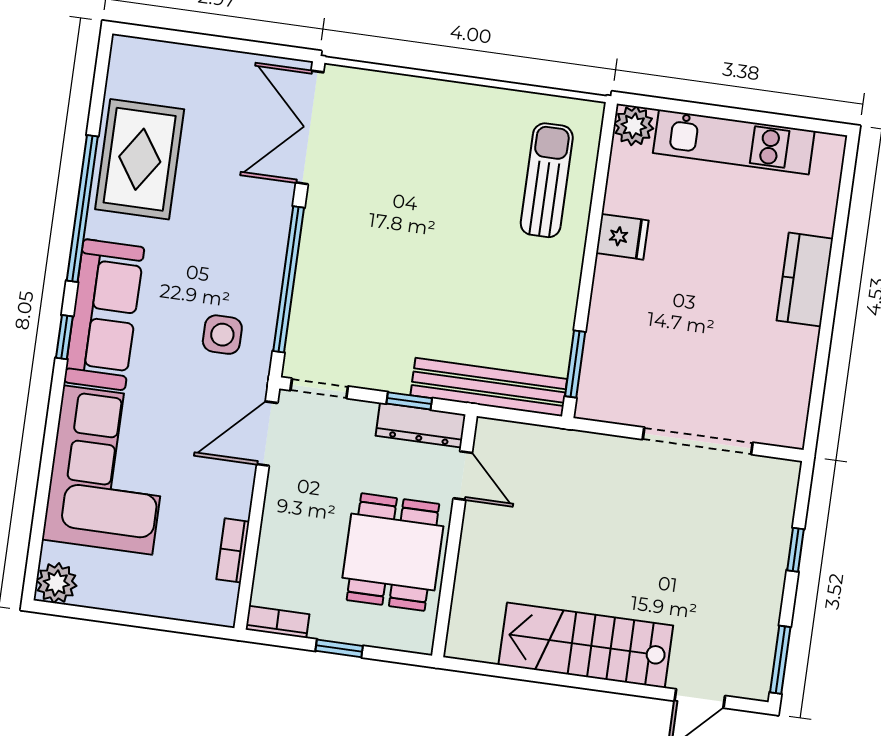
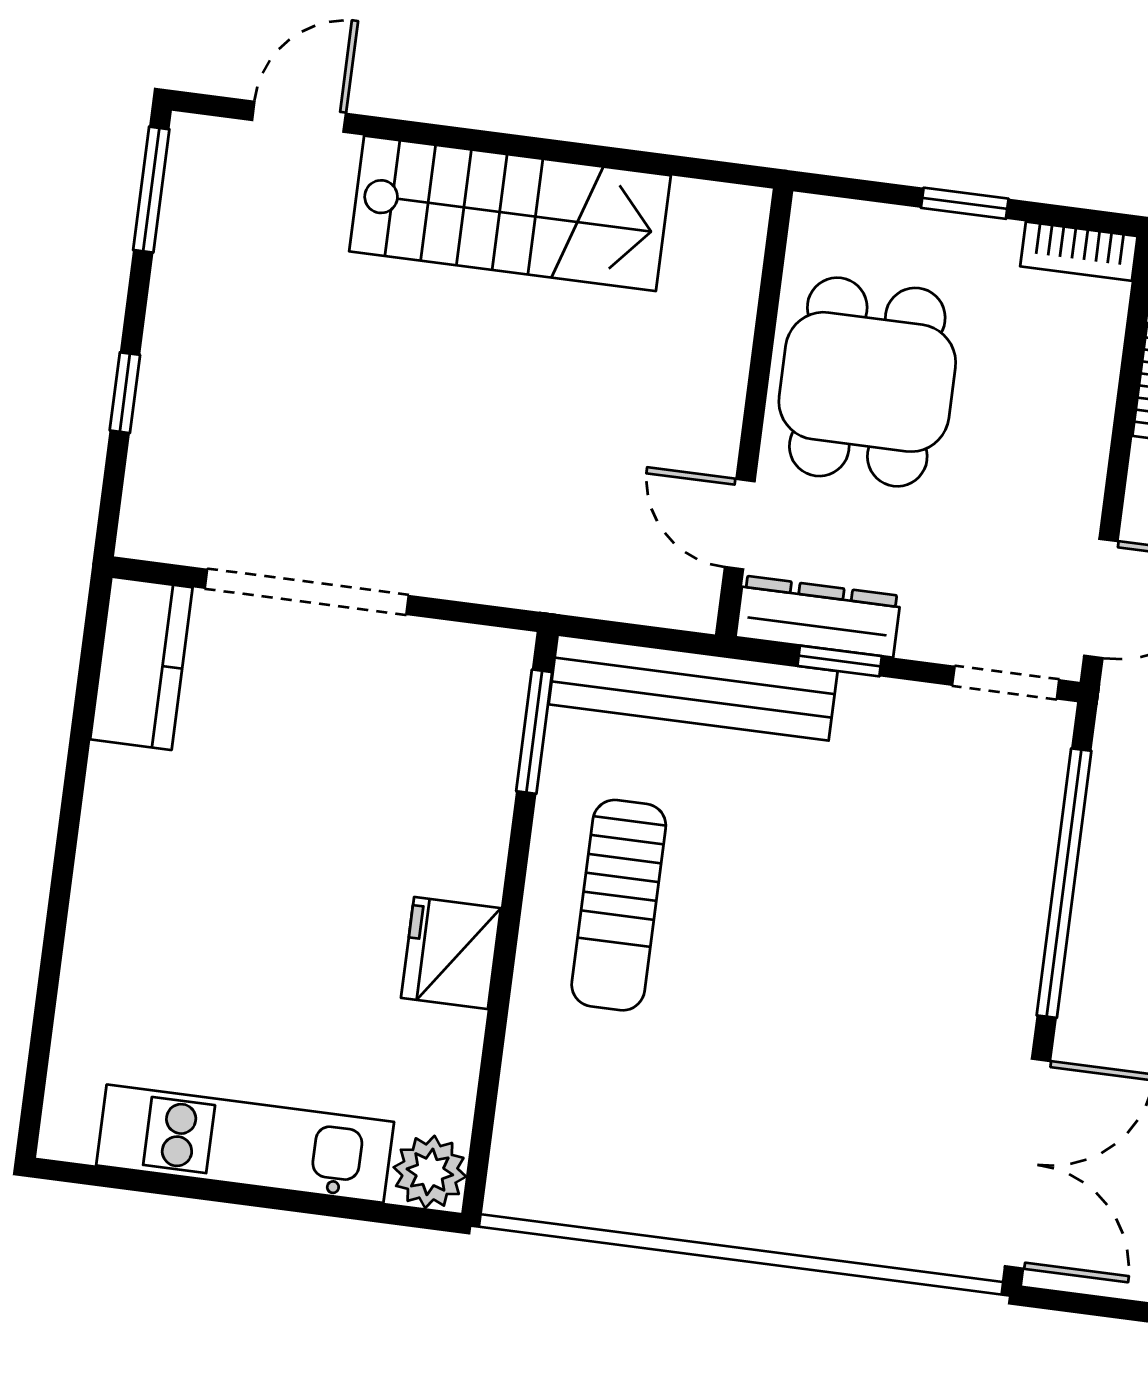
sun lounger: (547, 180) -> (619, 905), moved
fridge: (622, 237) -> (451, 953), width x1.38
kitchen counter: (805, 280) -> (141, 663), moved

